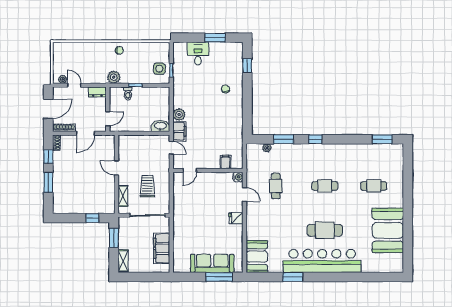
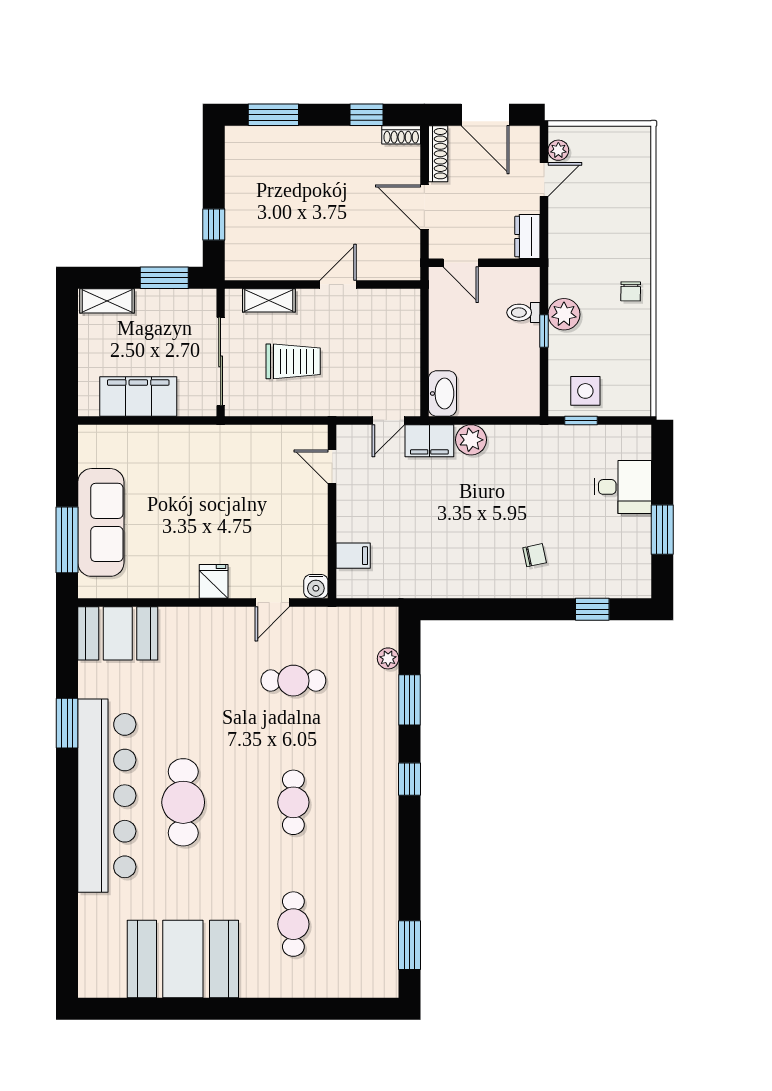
plant: (114, 77) -> (564, 314), moved
window: (48, 182) -> (273, 115), moved

